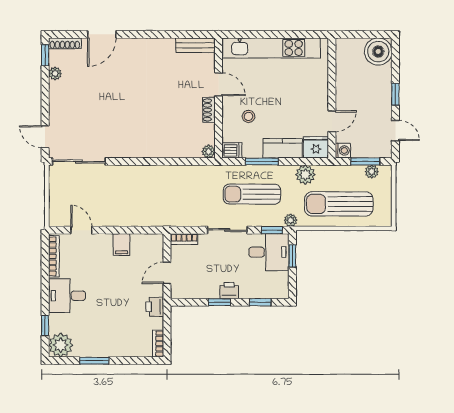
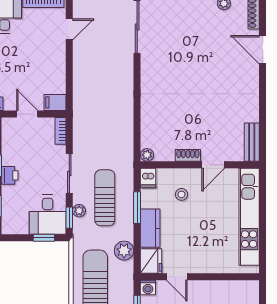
plant: (291, 220) -> (79, 211), moved
filing cabinet: (122, 245) -> (55, 102), moved

